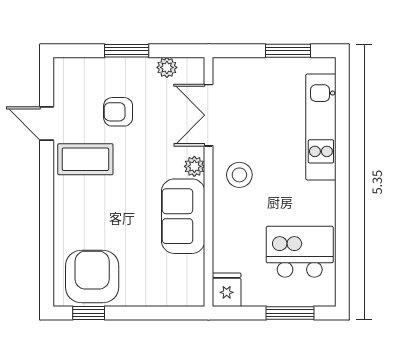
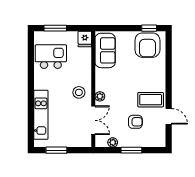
sofa: (183, 216) -> (105, 50), moved
kitchen island: (300, 252) -> (51, 57), turned 180

